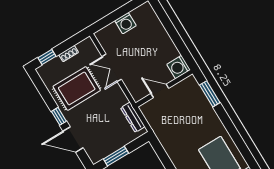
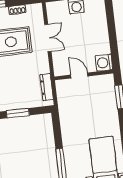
double door: (112, 68) -> (48, 38), swing flipped

